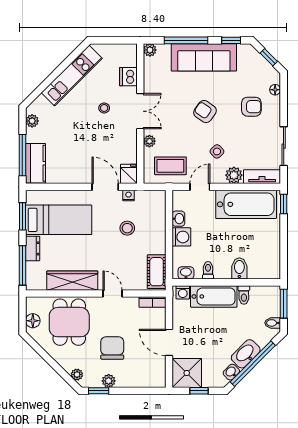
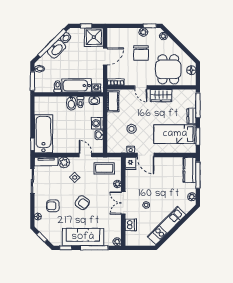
door: (200, 187) -> (86, 155), swing flipped
bathtub: (246, 204) -> (43, 134), moved, turned 90
bidet: (239, 268) -> (71, 103), moved
wardrobe: (72, 281) -> (161, 96), width x0.67
door: (169, 342) -> (105, 56), hinge flipped

